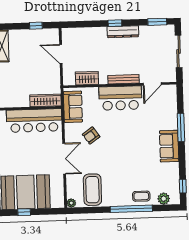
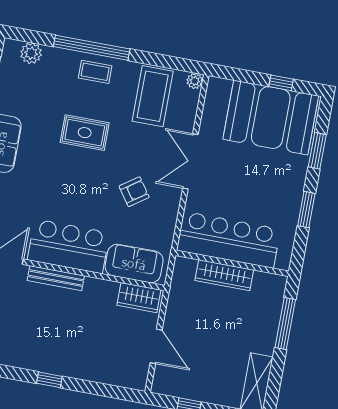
dresser: (123, 32) -> (39, 362), removed
wardrobe: (87, 78) -> (139, 298), moved
wardrobe: (45, 100) -> (224, 275), moved
sofa: (73, 107) -> (134, 264), moved, turned 90
rug: (125, 162) -> (85, 133), added
coffee table: (141, 196) -> (95, 72), moved

